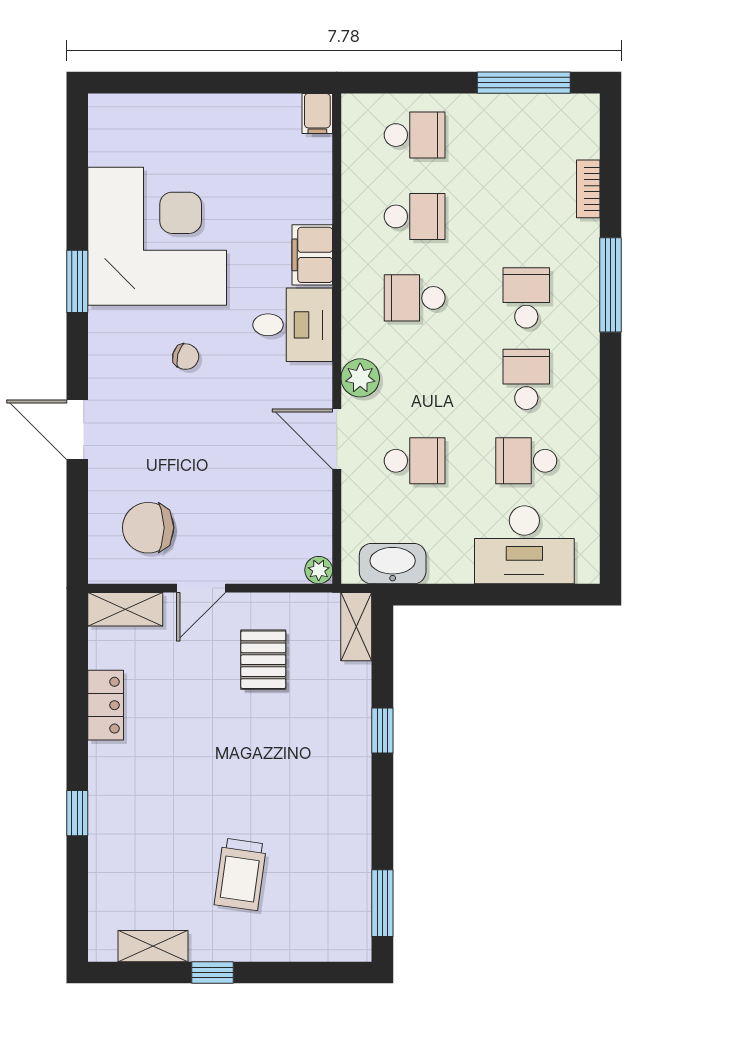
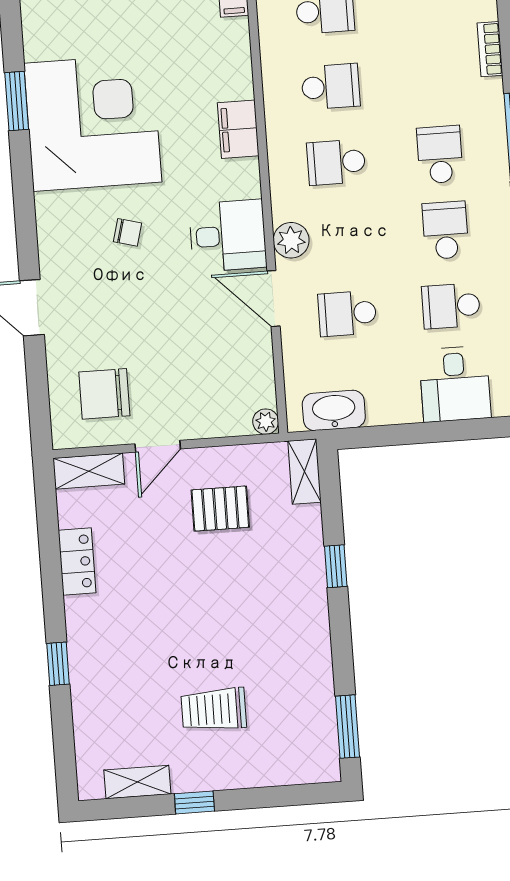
window: (77, 281) -> (17, 101), moved
desk: (293, 325) -> (228, 236), moved
school desk: (415, 461) -> (347, 313), turned 180
desk: (524, 545) -> (455, 384), width x0.73
pallet: (263, 660) -> (220, 509), turned 90
trolley: (240, 874) -> (214, 709), turned 82

